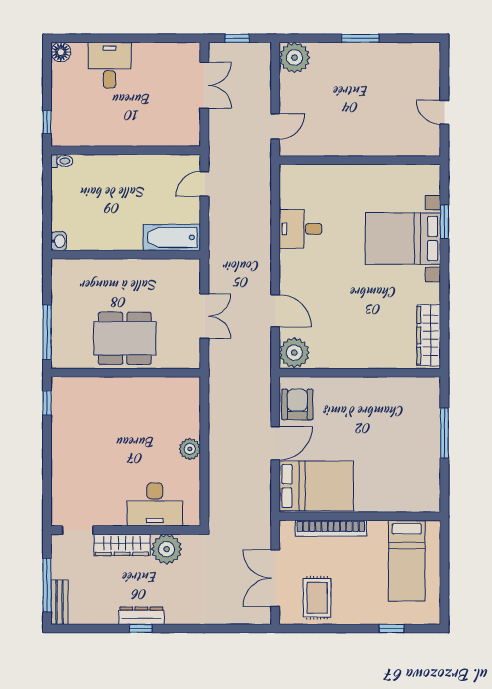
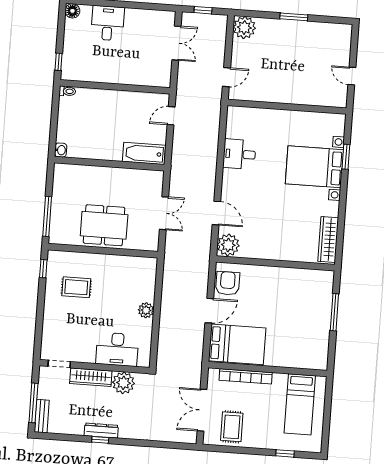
rug: (93, 425) -> (76, 287), added

